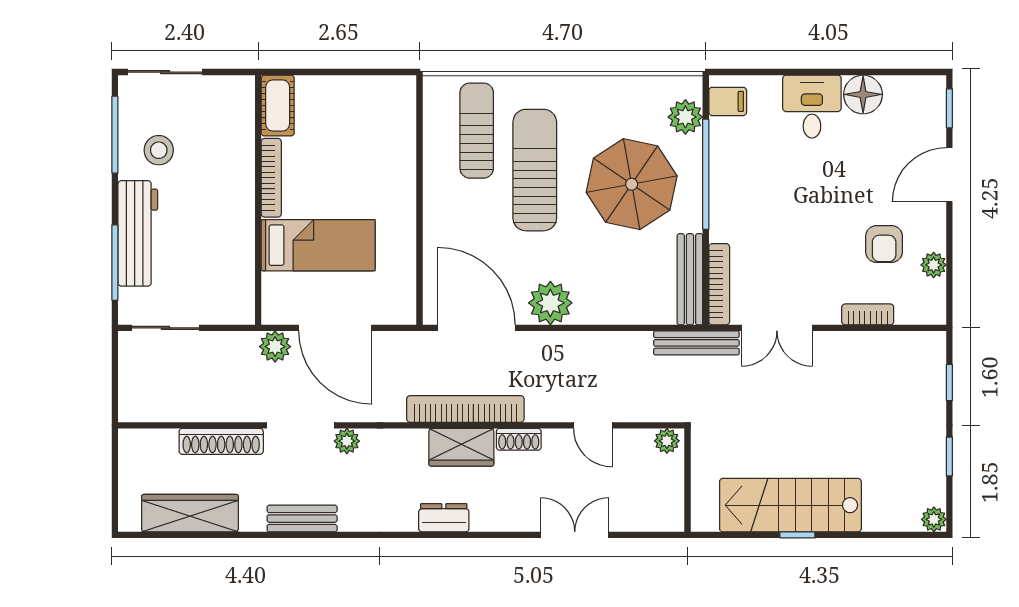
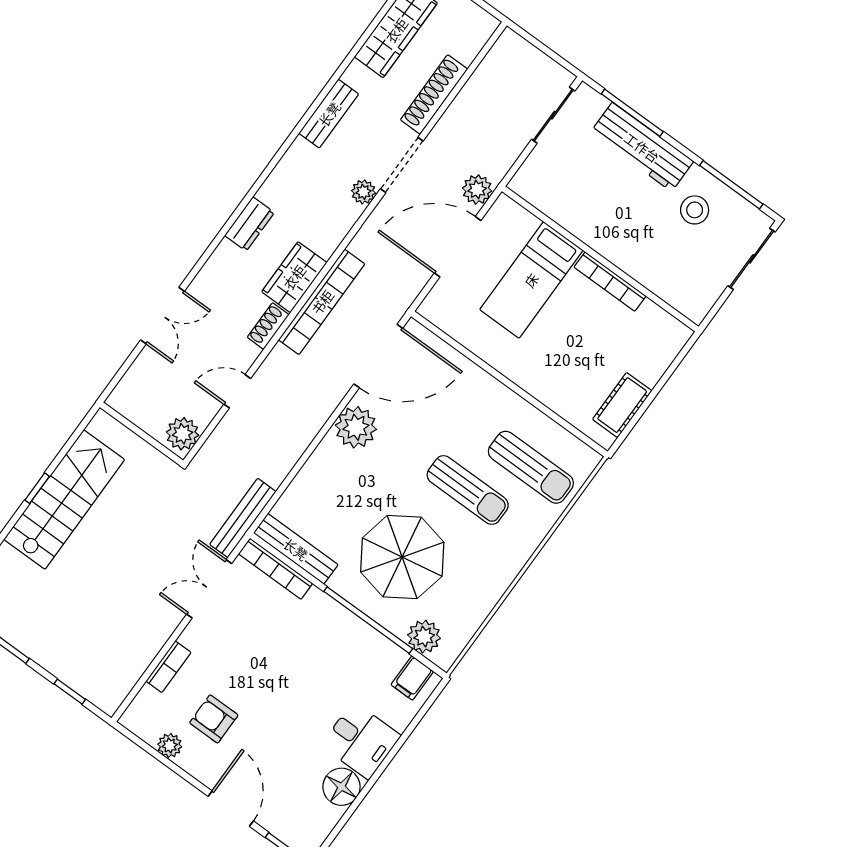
cot: (278, 106) -> (622, 405), moved, turned 90
sun lounger: (535, 170) -> (468, 490), width x0.73, depth x0.75
plant: (667, 441) -> (183, 434), width x1.38, depth x1.38

